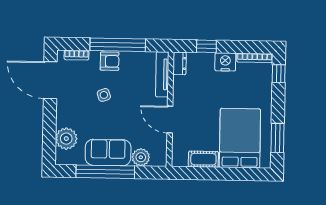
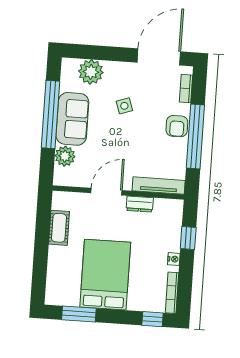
nightstand: (225, 62) -> (174, 259), width x0.53, depth x0.56
dresser: (180, 63) -> (140, 204), moved
side table: (104, 95) -> (124, 106), moved
bed: (240, 138) -> (105, 275), moved, turned -90

